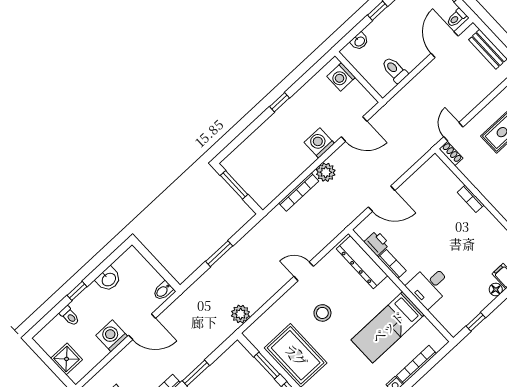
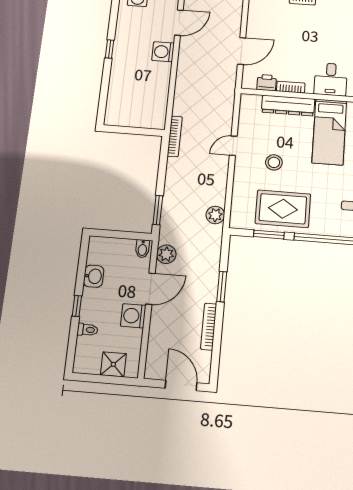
plant: (326, 172) -> (166, 254), moved
window: (234, 185) -> (128, 130), removed
bookcase: (299, 192) -> (175, 136), moved
window: (219, 254) -> (158, 210), moved
dresser: (362, 262) -> (288, 105), moved

